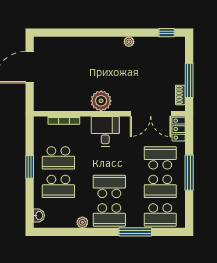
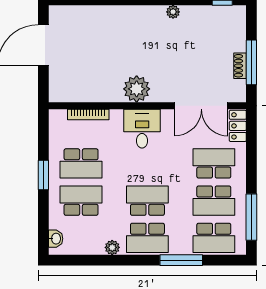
shoe rack: (180, 95) -> (240, 66), moved
window: (189, 173) -> (251, 217), moved
school desk: (58, 186) -> (81, 201), turned 180

